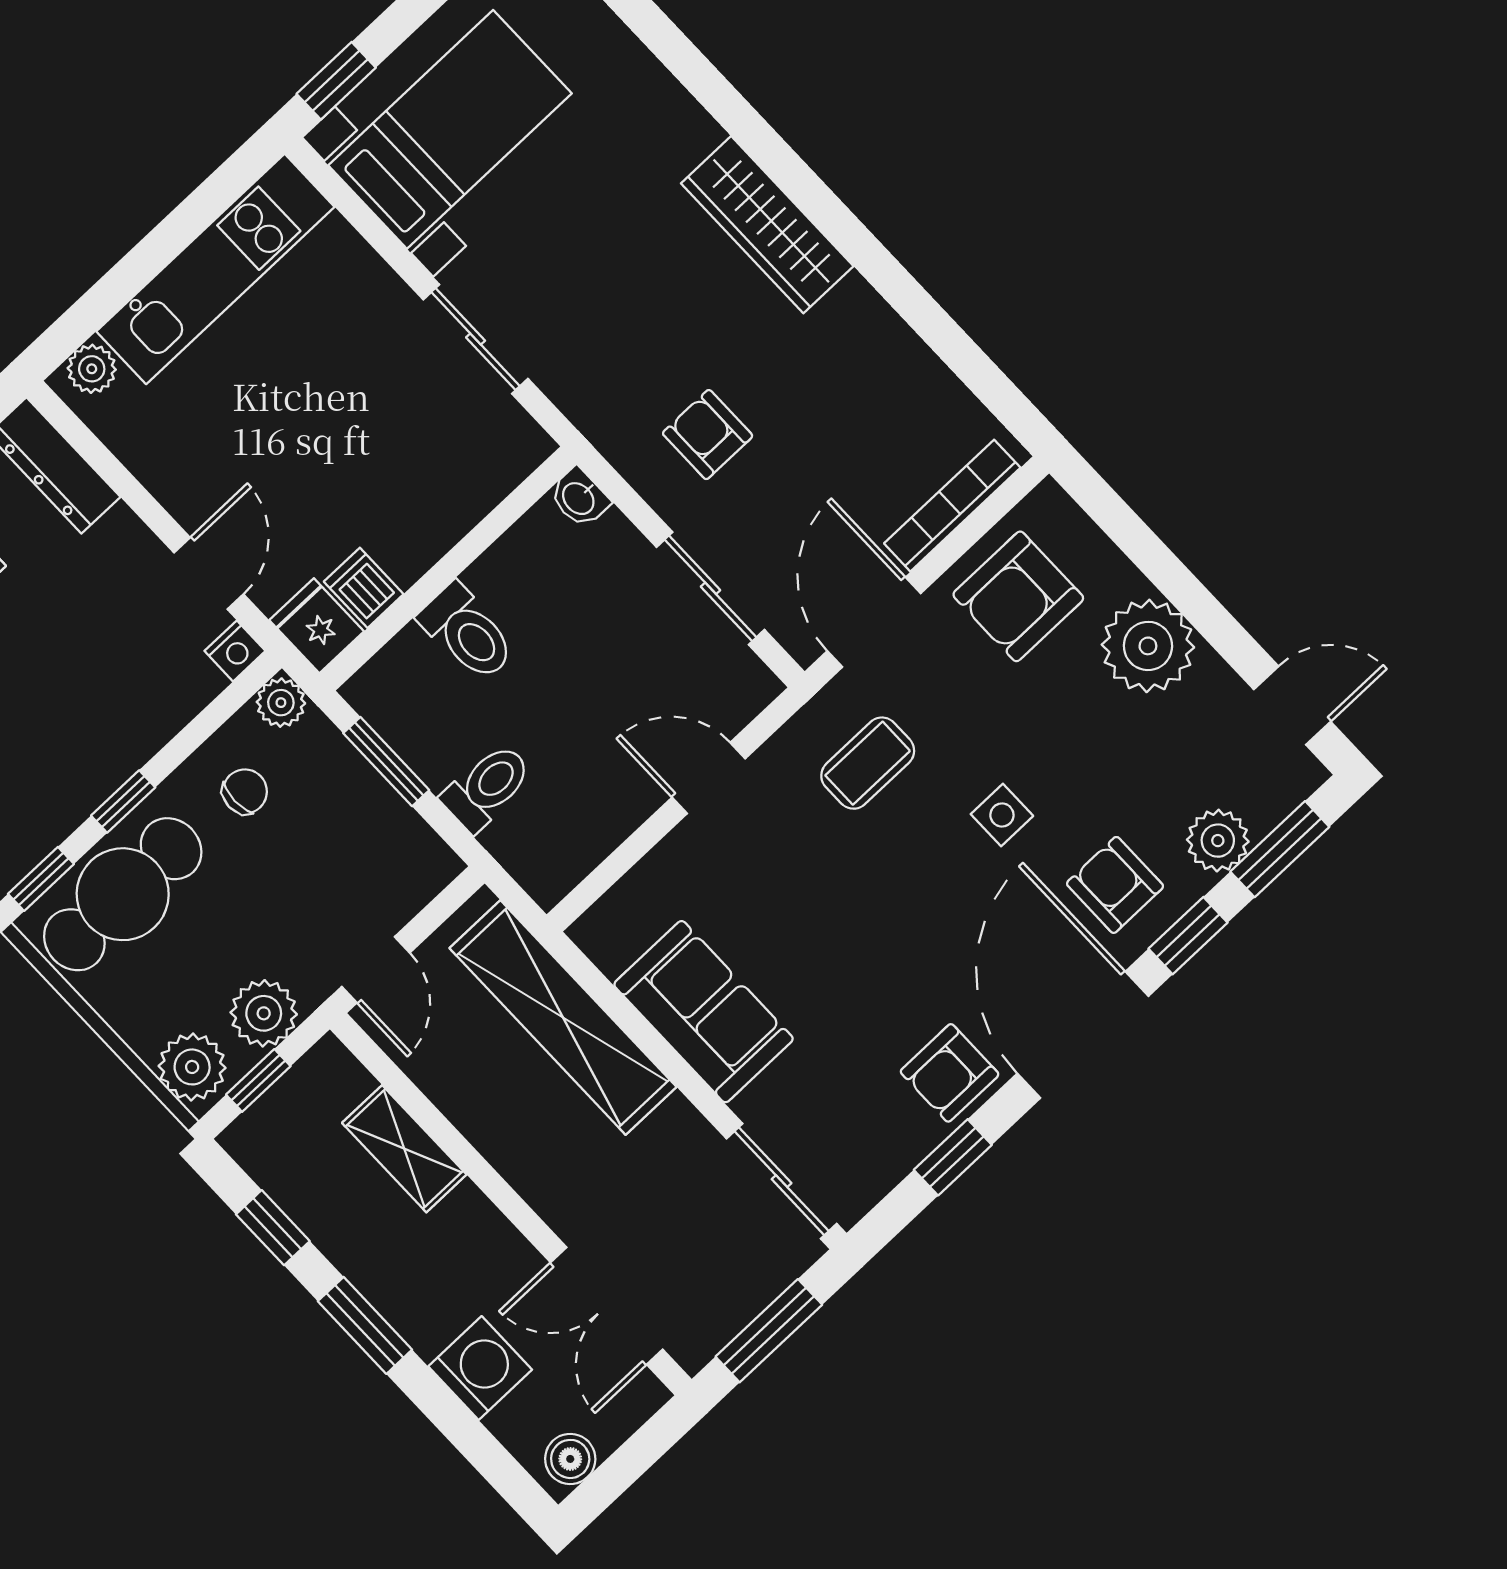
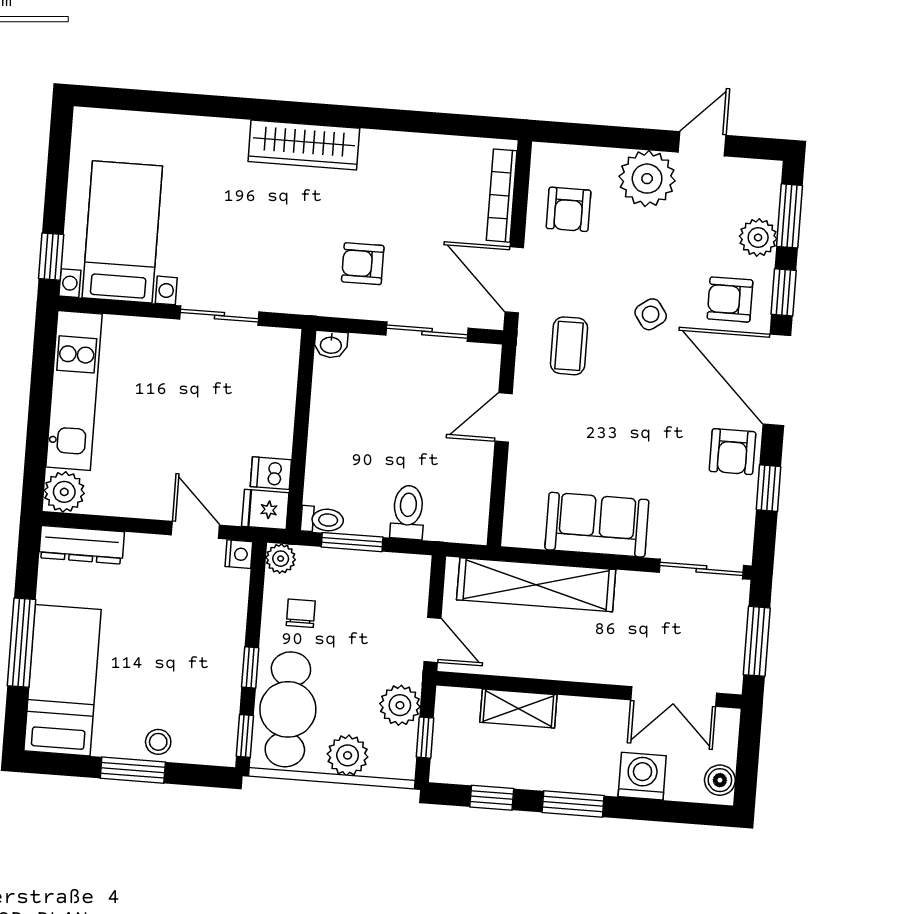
plant: (92, 369) -> (64, 492), width x1.38, depth x1.38
armchair: (1018, 596) -> (569, 209), width x0.72, depth x0.72
toilet: (467, 632) -> (322, 520), moved, width x0.73, depth x0.72
door: (1292, 706) -> (702, 144), moved
side table: (1002, 815) -> (651, 314), turned -36
plant: (192, 1067) -> (348, 755), moved

